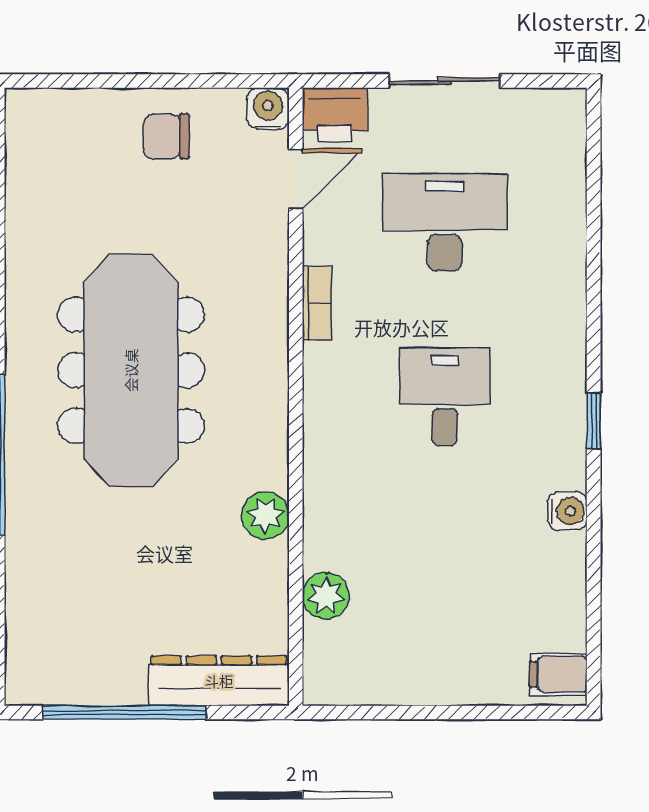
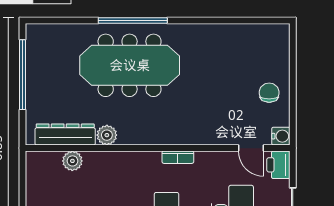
bookcase: (317, 303) -> (178, 157), moved
meeting table: (131, 370) -> (130, 65), moved
dresser: (219, 681) -> (65, 134), moved, turned -90

